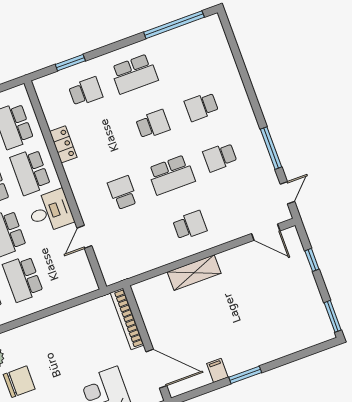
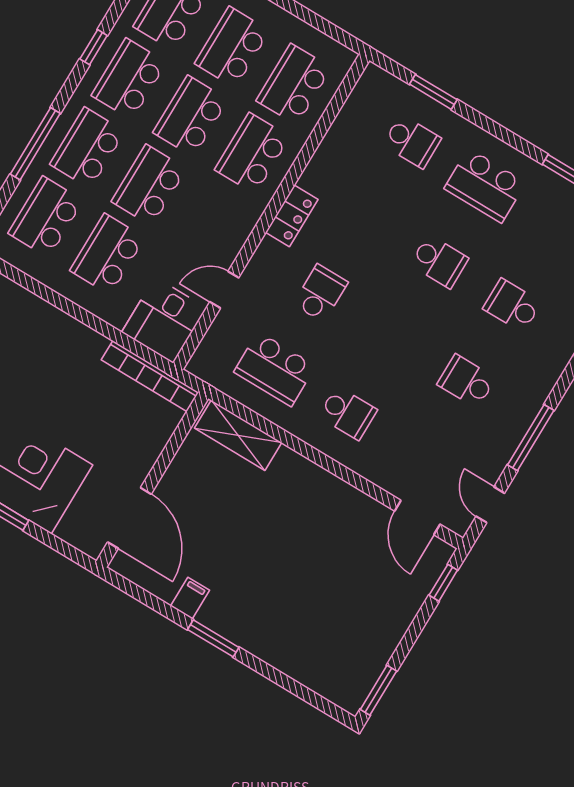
locker: (63, 144) -> (292, 216), moved
school desk: (171, 175) -> (275, 369), moved
door: (287, 193) -> (490, 505), swing flipped
desk: (50, 211) -> (164, 320), moved, turned 90
window: (312, 260) -> (443, 583), moved
shelving: (194, 273) -> (238, 435), moved
bookcase: (127, 319) -> (150, 376), moved, turned -90

